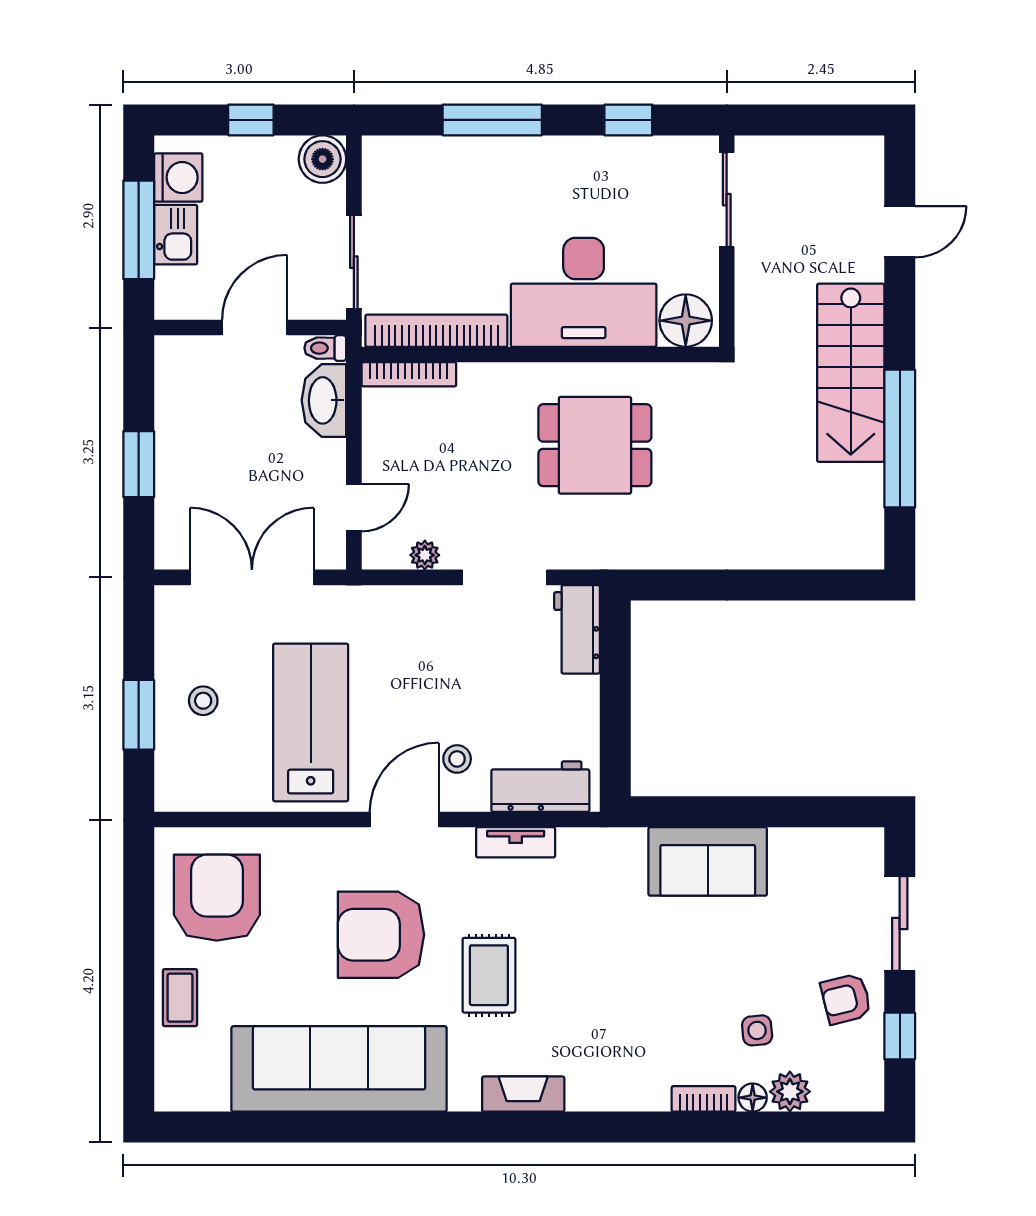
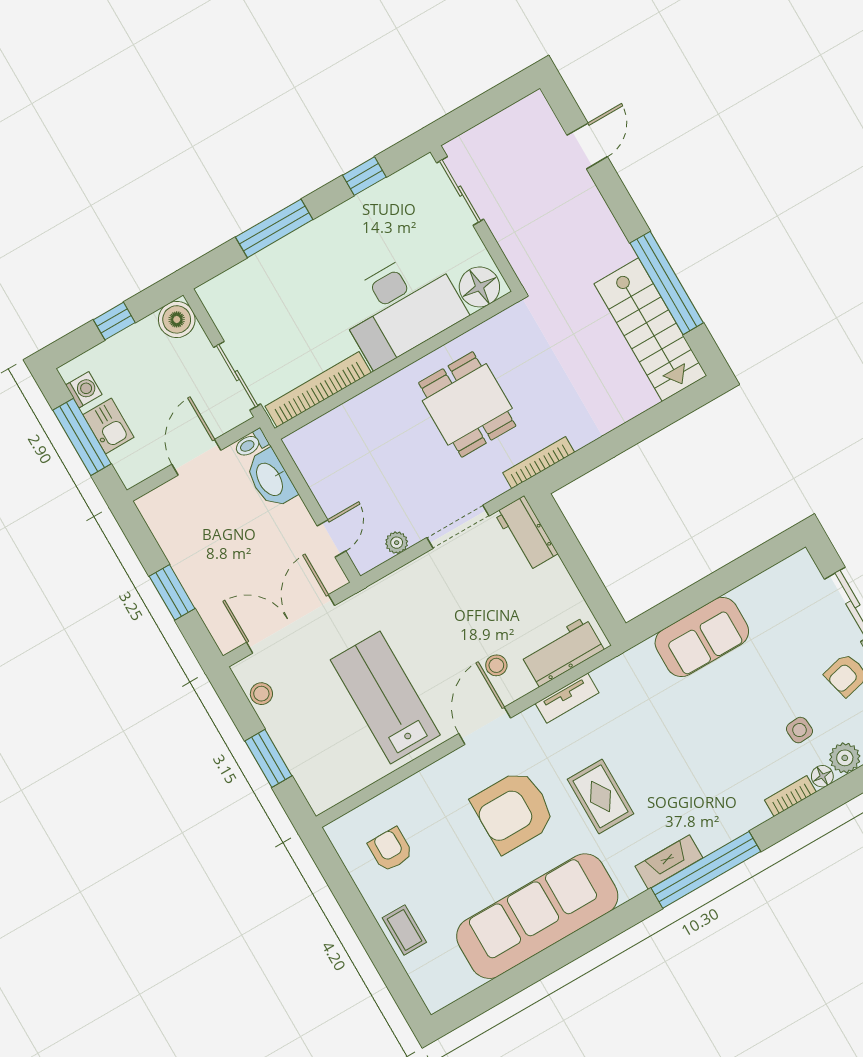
washing machine: (178, 178) -> (84, 390), width x0.73, depth x0.73
stairs: (851, 373) -> (650, 330), moved
bookcase: (409, 374) -> (539, 463), moved, turned 180
dining table: (595, 445) -> (467, 404), turned 90
stool: (203, 701) -> (261, 694), moved
armchair: (217, 898) -> (390, 850), width x0.53, depth x0.53
window: (560, 1127) -> (706, 870), added

